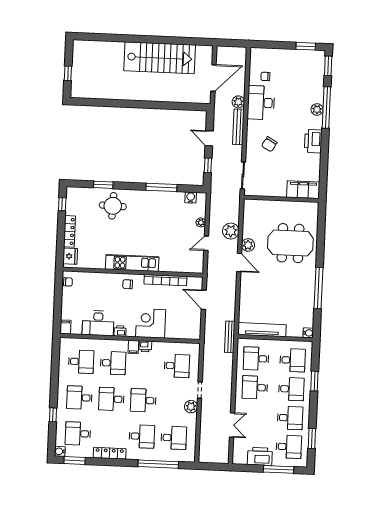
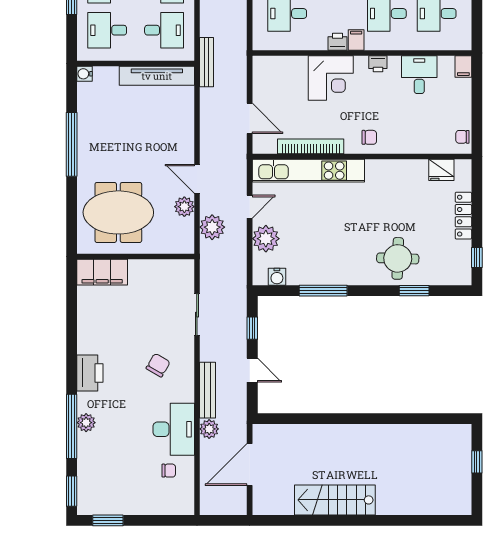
stairs: (160, 58) -> (335, 500), width x0.73, depth x0.66
filing cabinet: (303, 190) -> (102, 272), moved
wall: (281, 199) -> (136, 256), moved
plant: (201, 222) -> (266, 239), width x1.87, depth x1.87
fridge: (70, 256) -> (441, 170), moved, turned -90
kitchen unit: (132, 263) -> (308, 171), moved, width x1.36
desk: (98, 323) -> (419, 75), width x0.73

